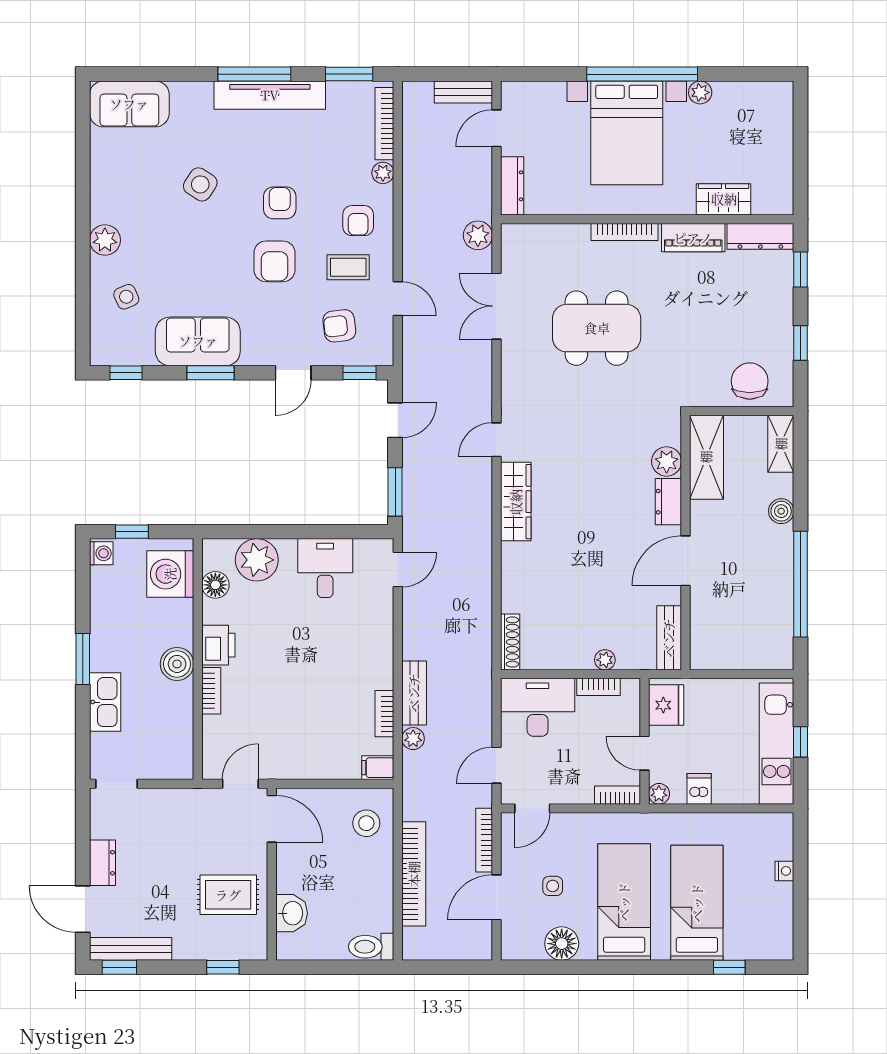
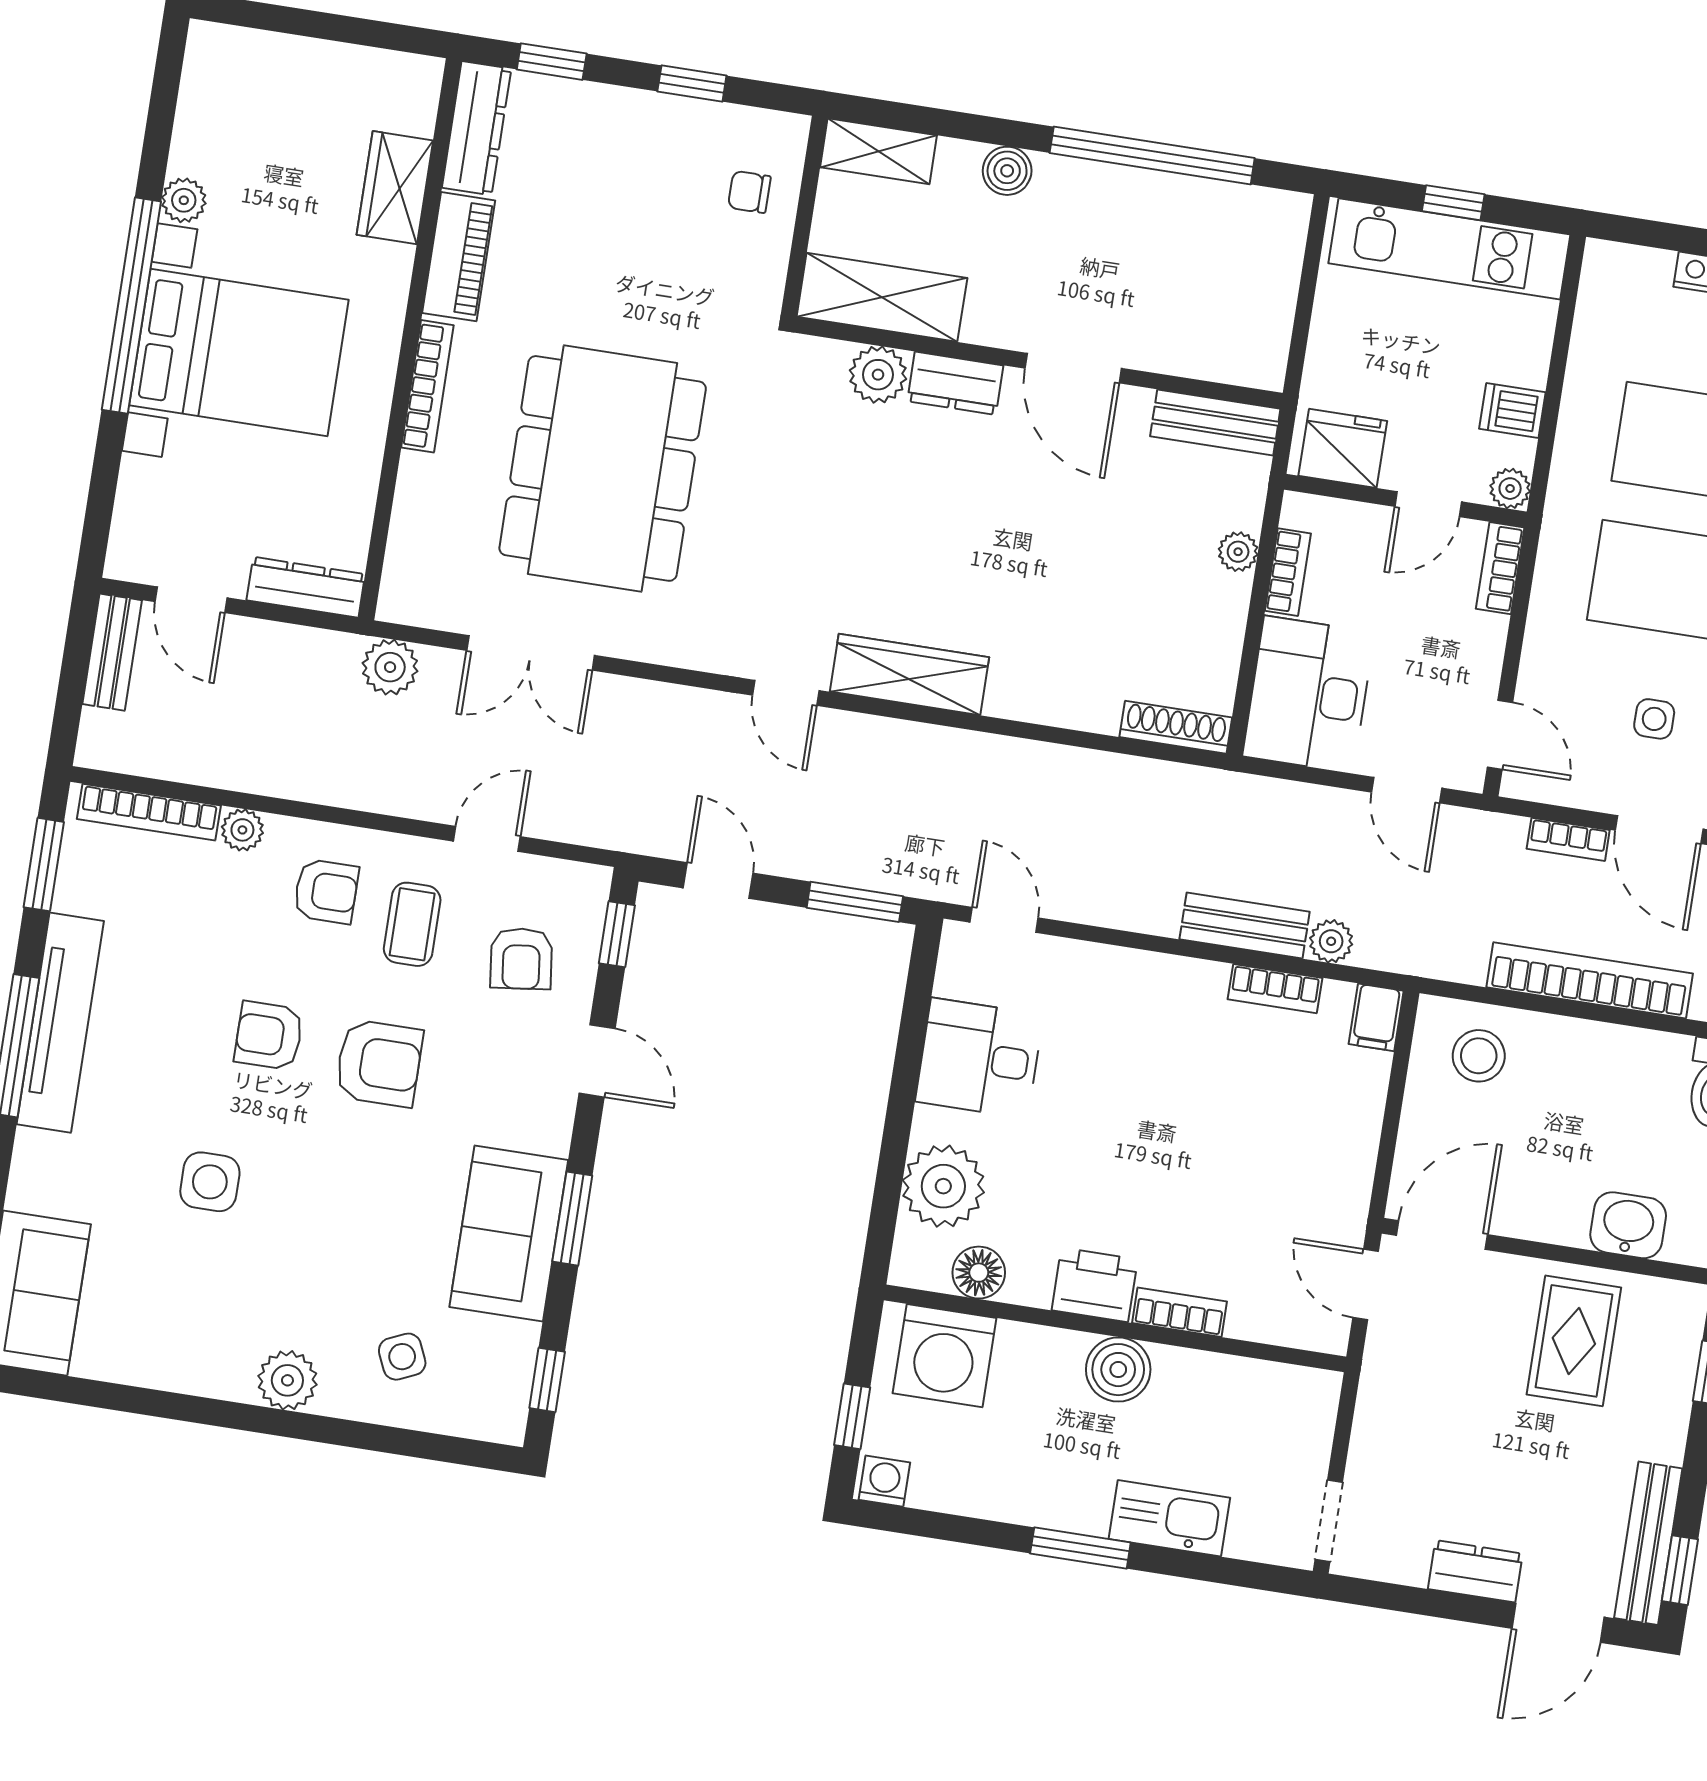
side table: (200, 184) -> (210, 1182), turned -33
dining table: (597, 328) -> (603, 468), width x1.36, depth x1.24
chair: (750, 381) -> (749, 192), width x0.54, depth x0.54
bookcase: (484, 840) -> (1568, 839), width x0.64

